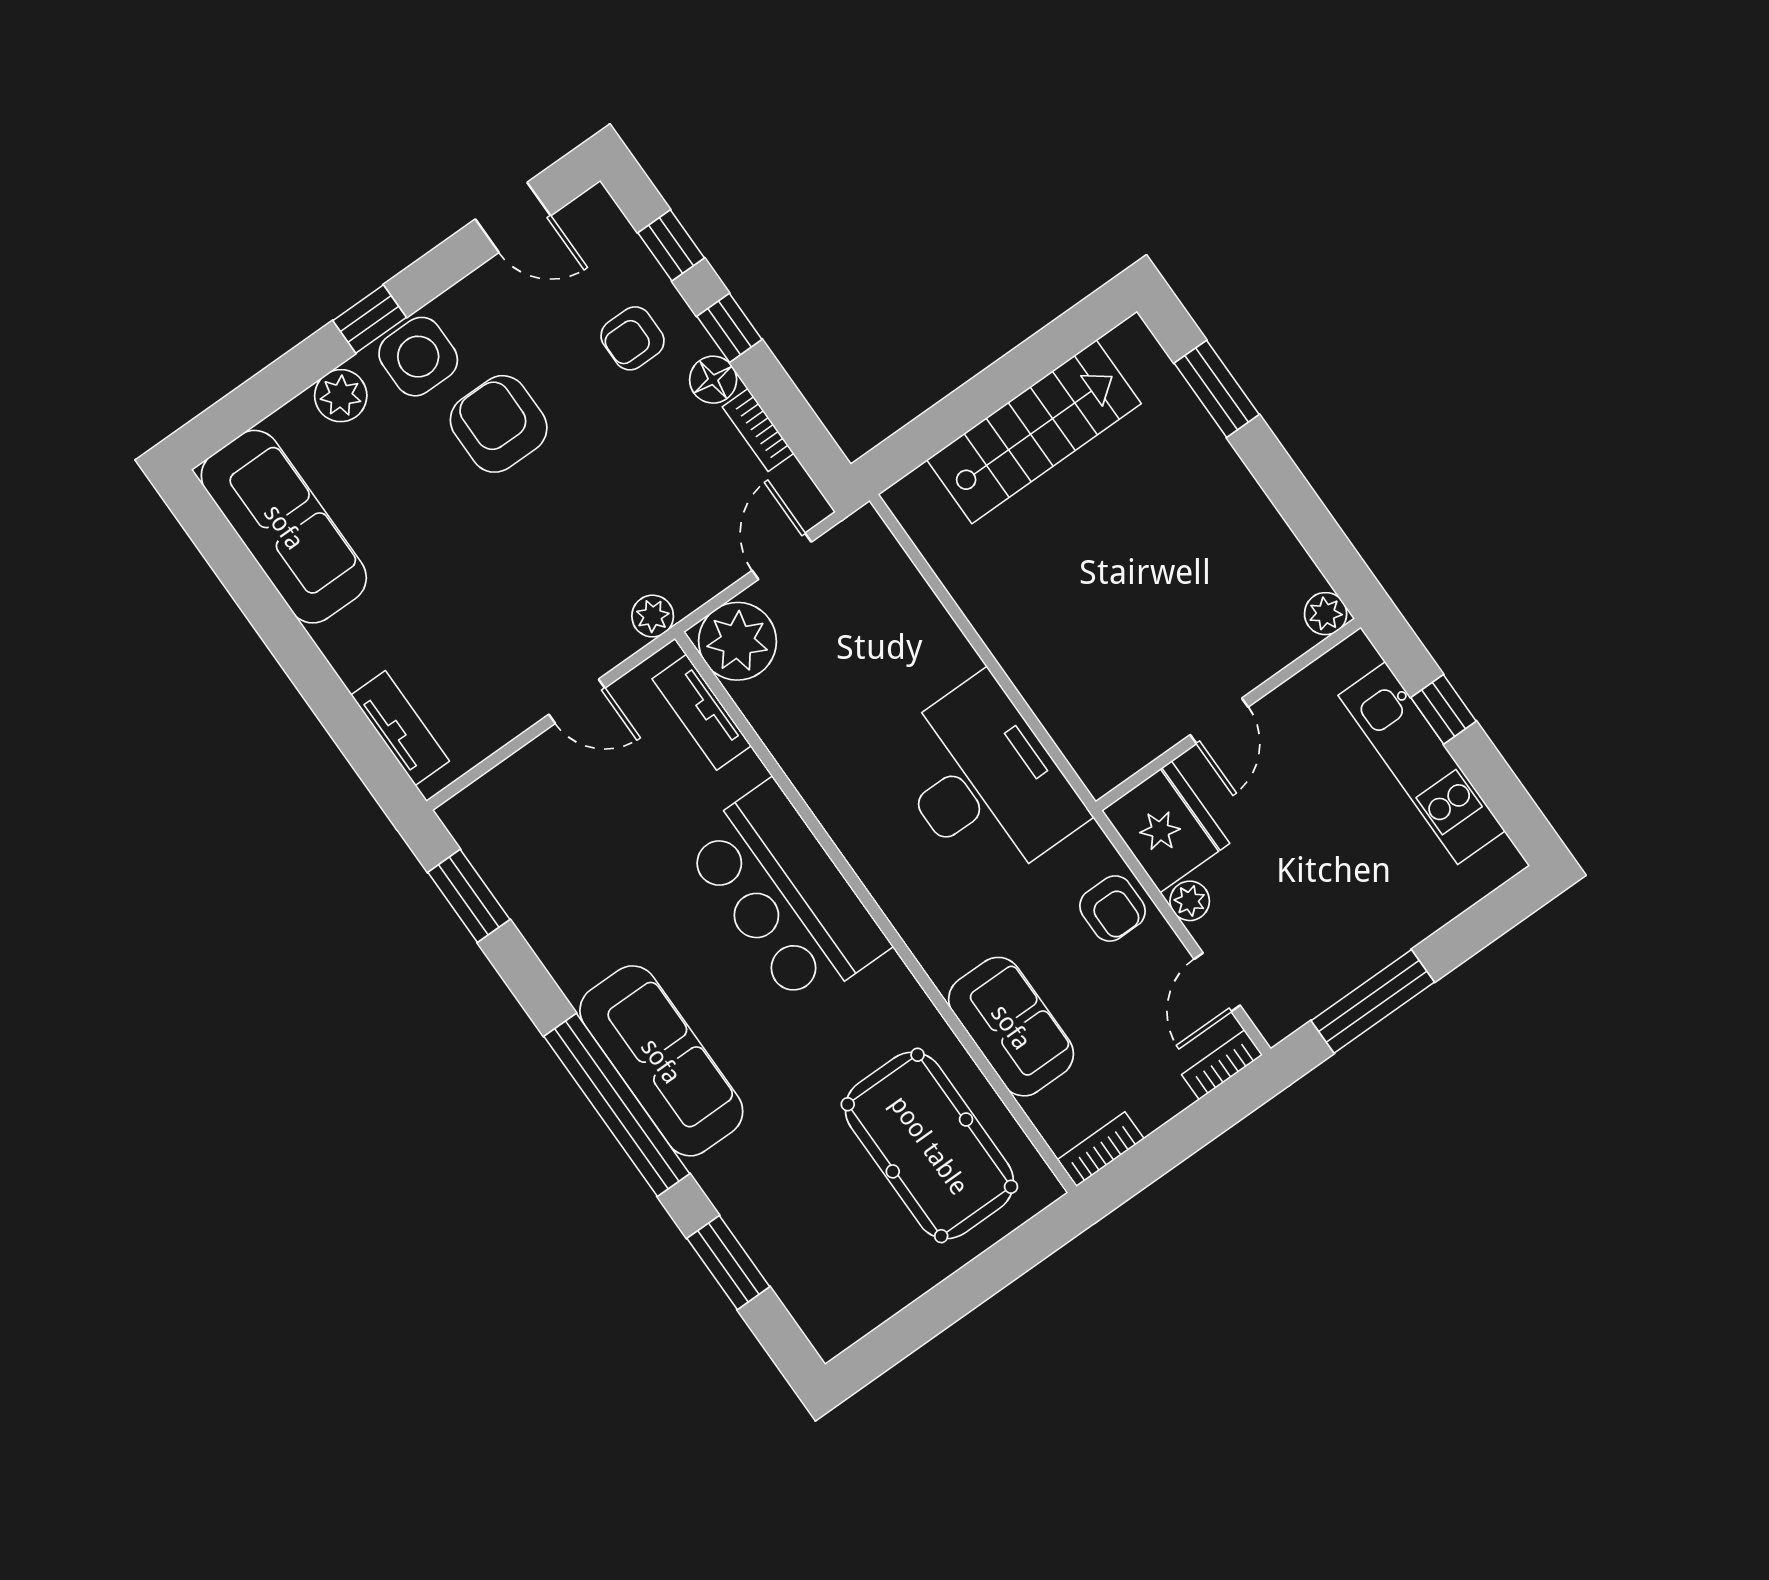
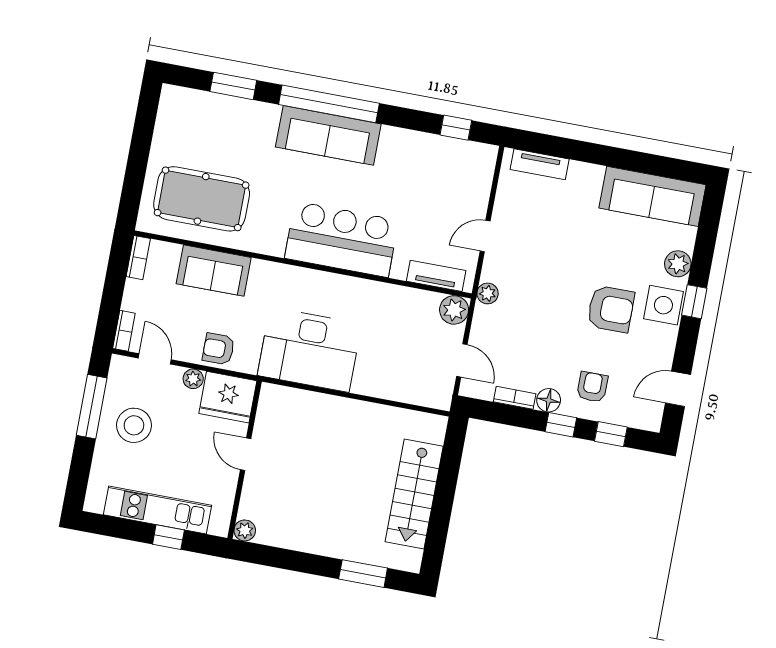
plant: (737, 641) -> (454, 310), width x0.73, depth x0.73
window: (469, 896) -> (456, 128), width x0.67
stool: (1338, 916) -> (134, 425), added

